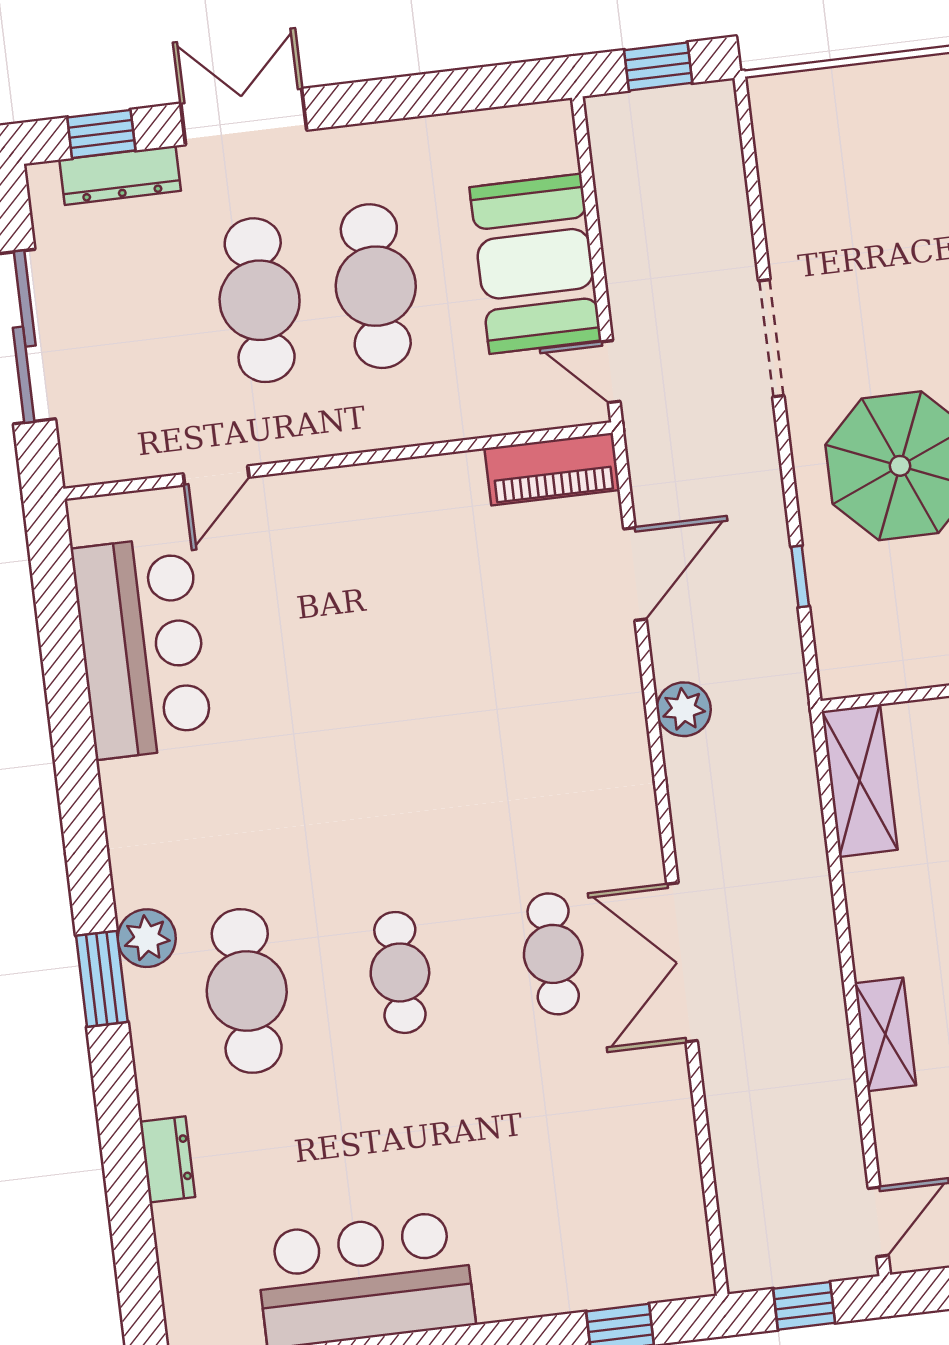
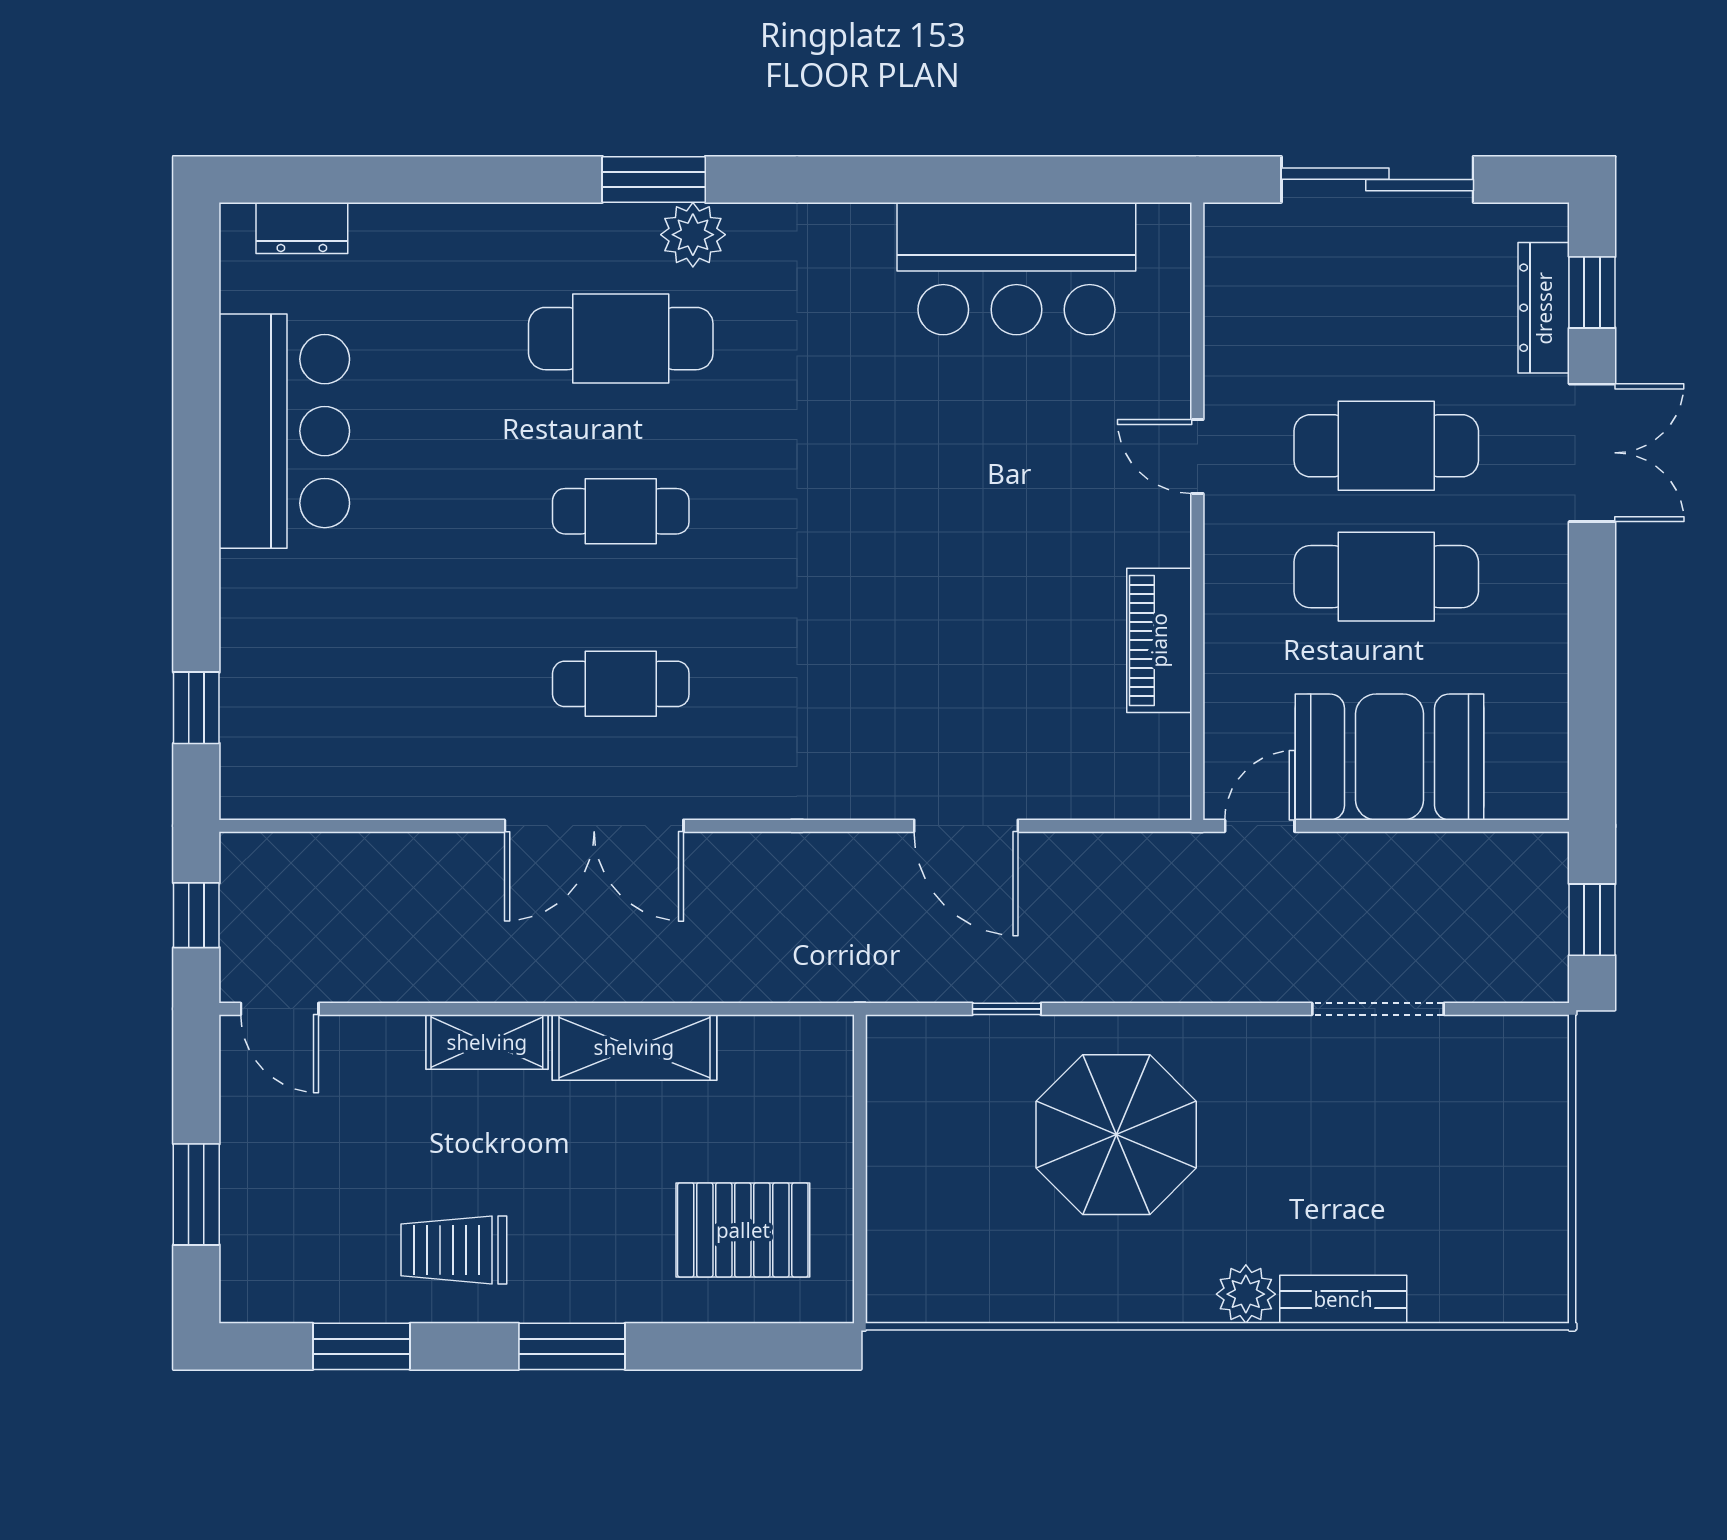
doorway: (771, 338) -> (1378, 1009), moved
piano: (552, 469) -> (1159, 640), moved
door: (216, 475) -> (1197, 457), moved
door: (635, 574) -> (966, 826), moved
plant: (684, 709) -> (875, 862), removed
shelving: (860, 781) -> (634, 1047), moved
double door: (682, 962) -> (594, 826), swing flipped
dresser: (167, 1159) -> (302, 228), moved

